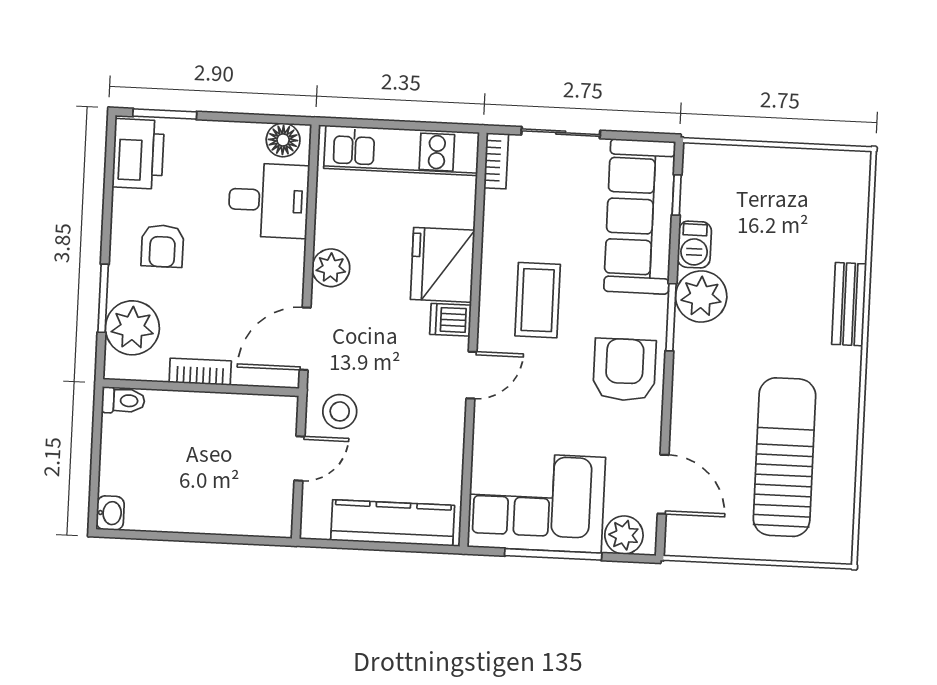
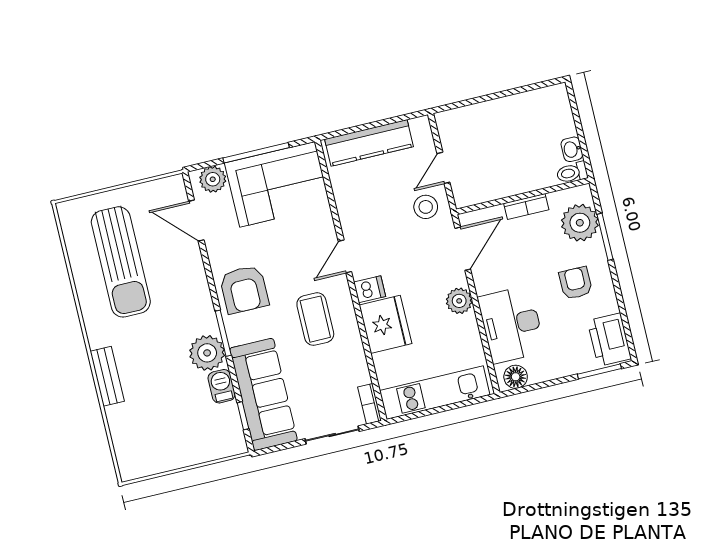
desk: (269, 200) -> (511, 325), width x1.37
washbasin: (110, 513) -> (572, 149), moved

